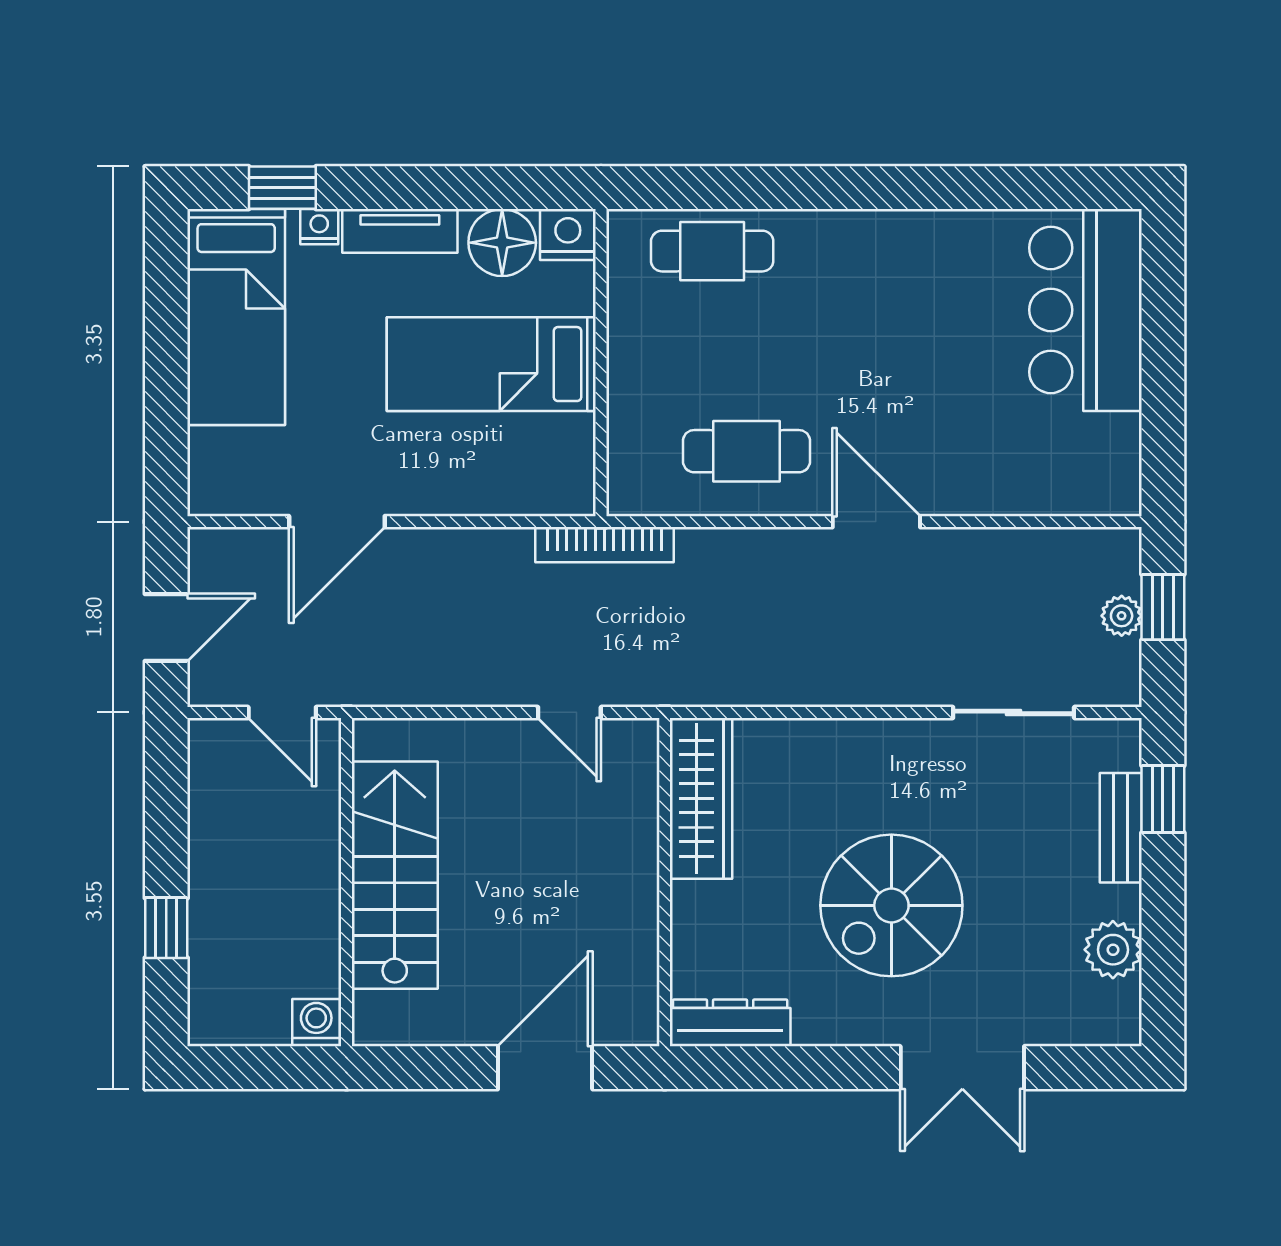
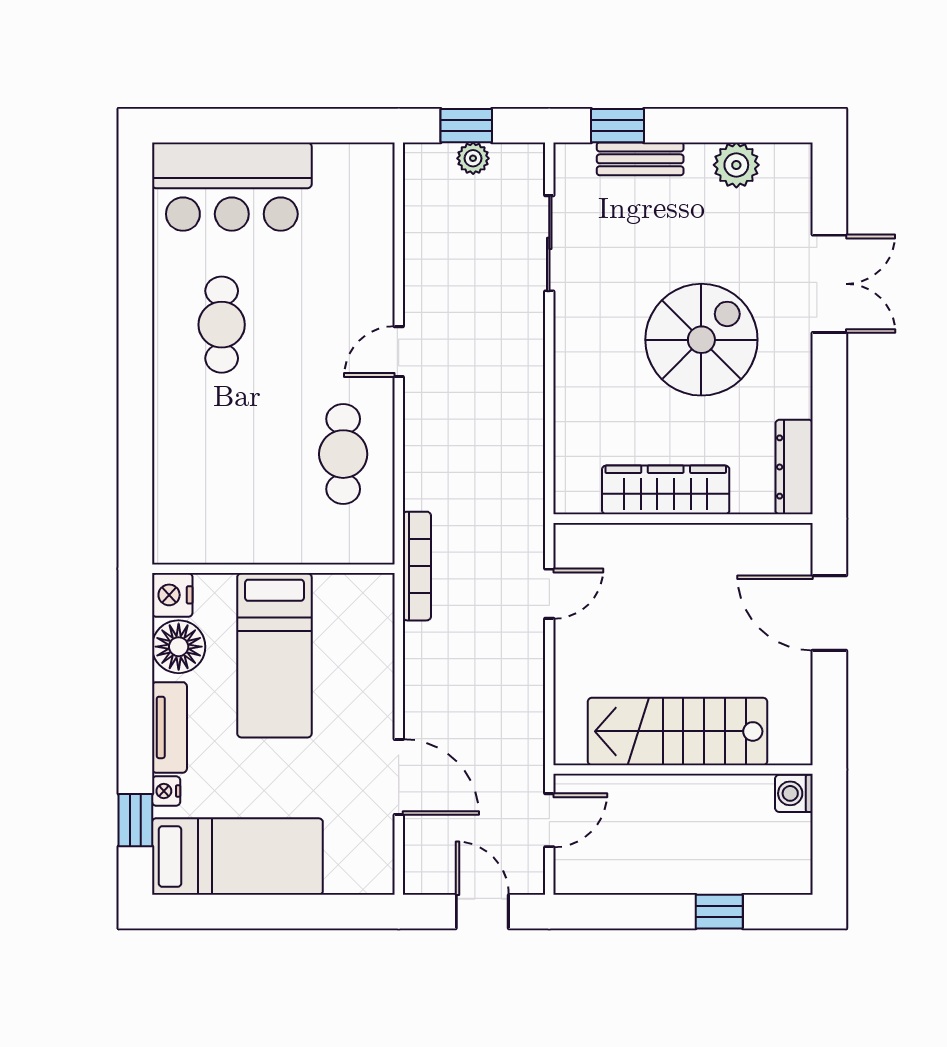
cafe table: (712, 251) -> (222, 325), moved
door: (876, 522) -> (399, 352), width x0.73
wardrobe: (701, 798) -> (666, 490), moved
spiral stairs: (891, 905) -> (701, 340), turned -90

